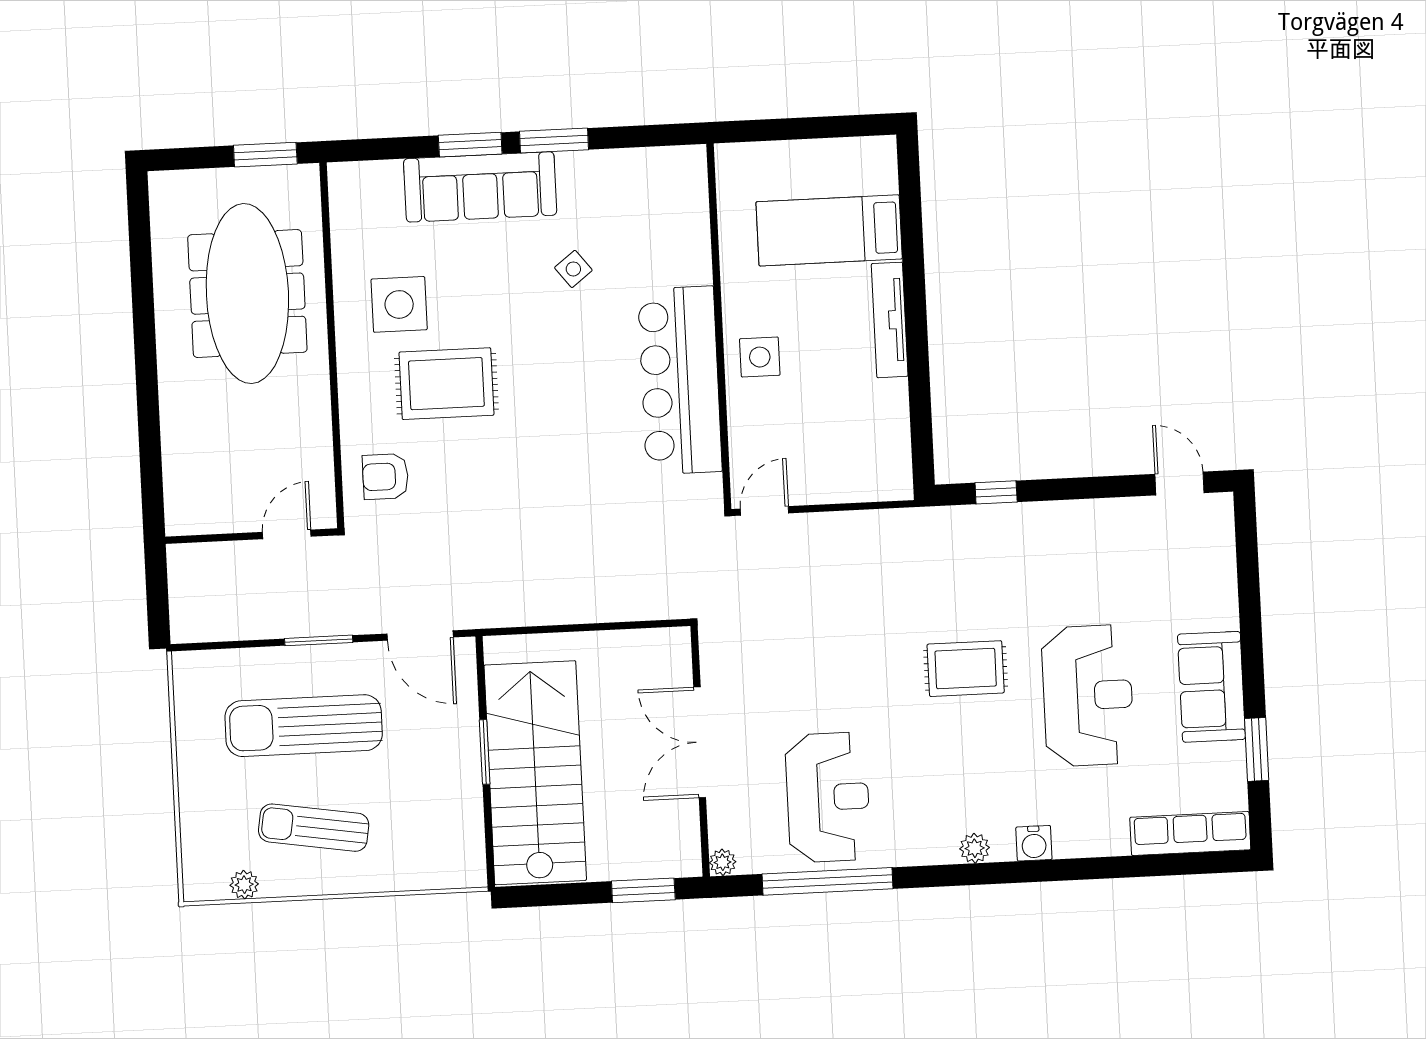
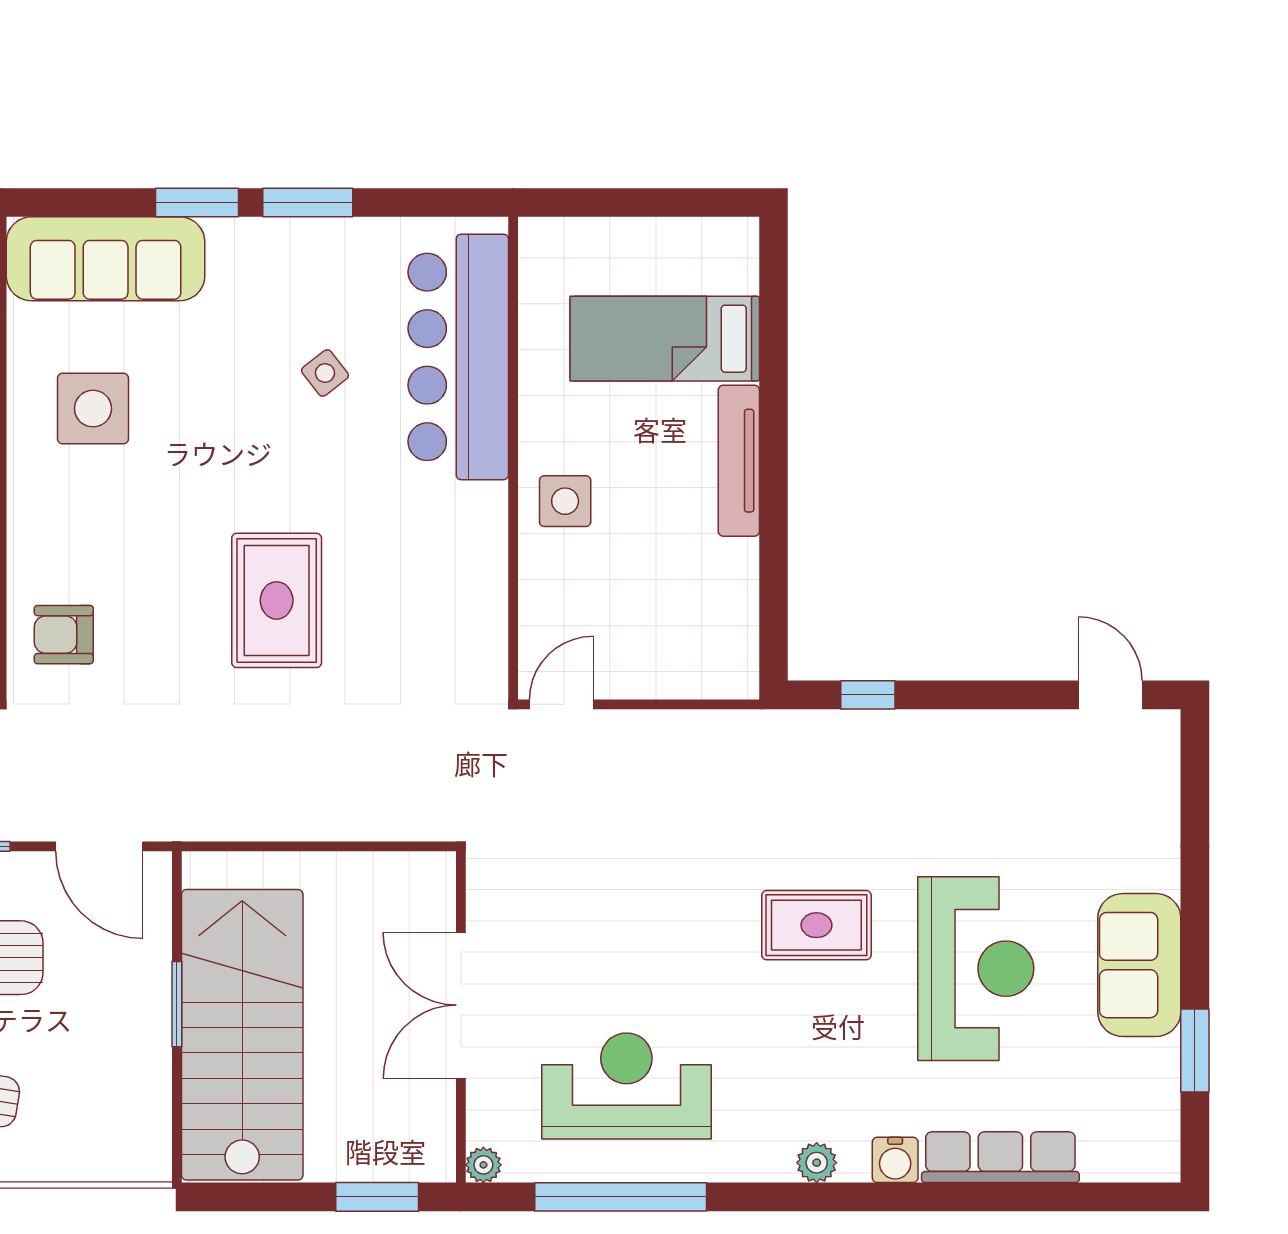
sofa: (480, 187) -> (106, 259), moved
bar counter: (680, 380) -> (458, 357), moved
rug: (446, 384) -> (277, 600), moved, turned 90
reception desk: (828, 797) -> (626, 1086), turned -90
row of seats: (1190, 834) -> (1000, 1157), moved

